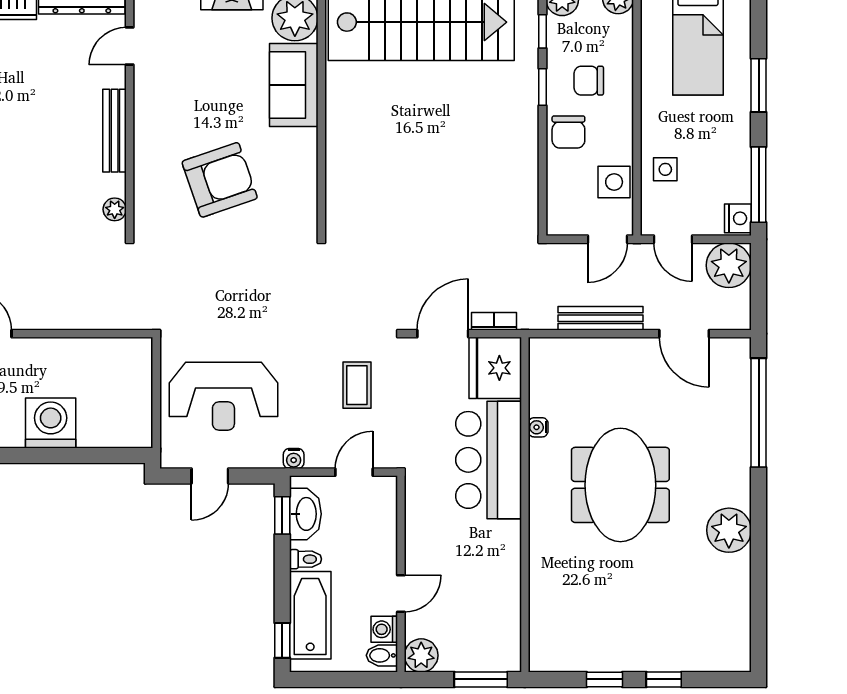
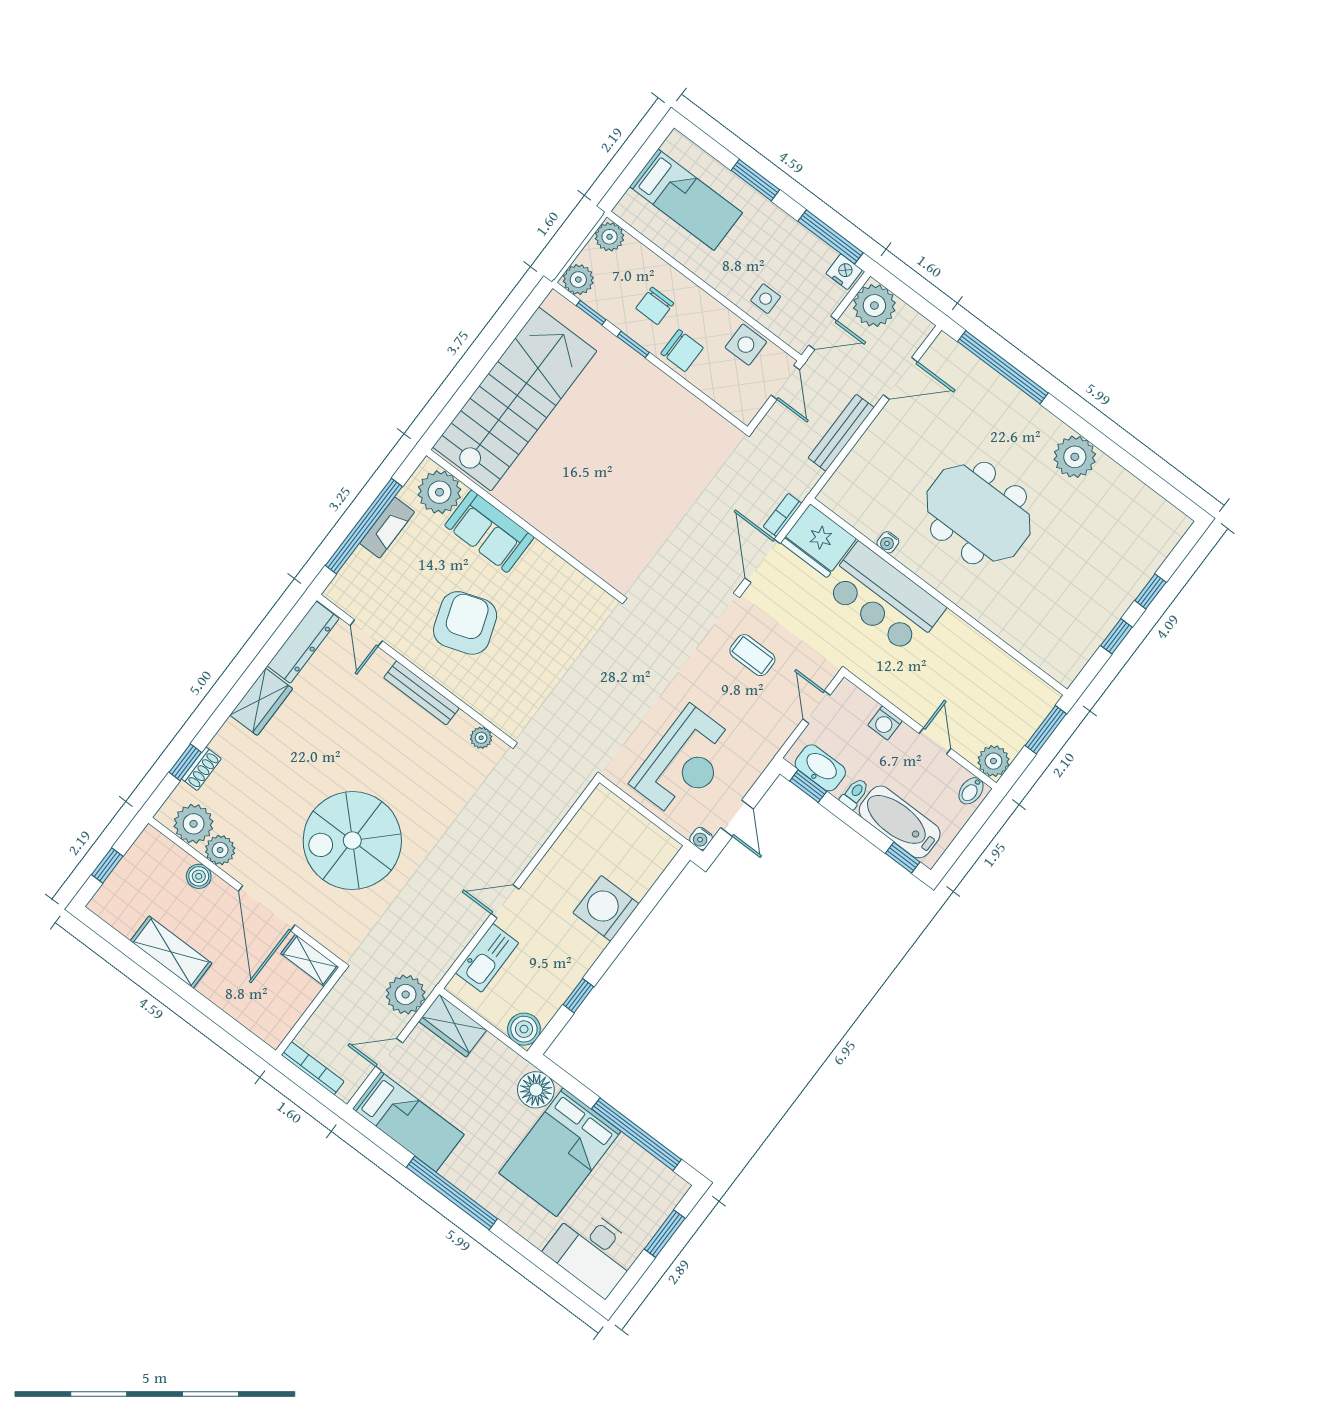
armchair: (220, 180) -> (465, 623), moved
water cooler: (294, 458) -> (701, 838), moved, turned 90
washing machine: (384, 629) -> (885, 723), moved

